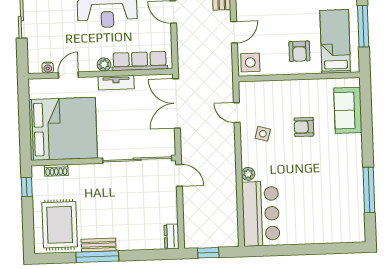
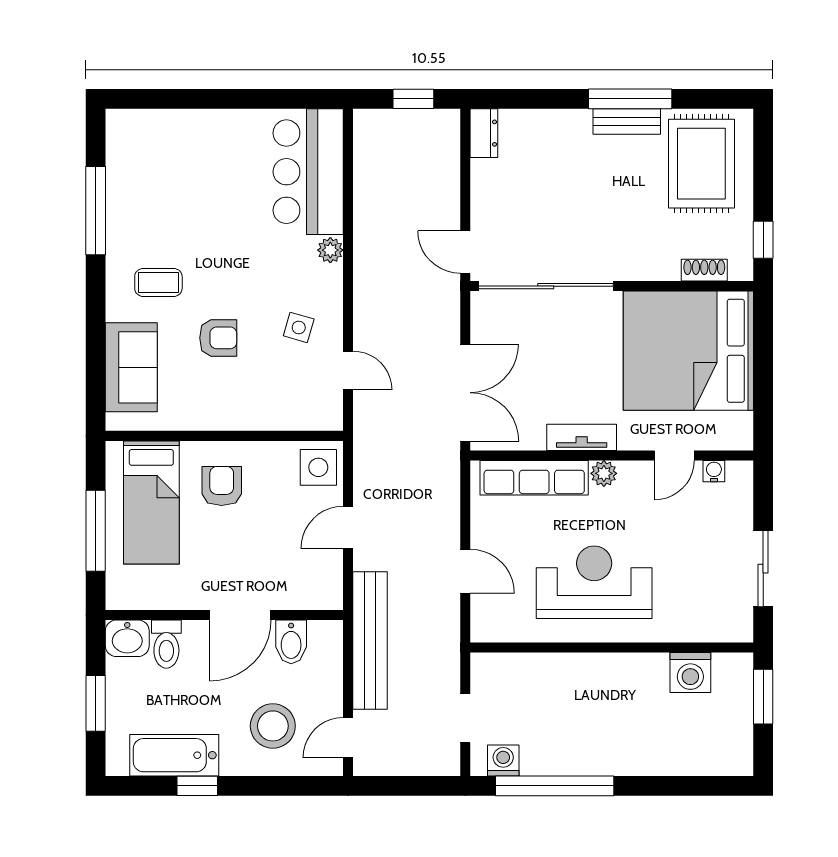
coffee table: (335, 154) -> (158, 282), added

